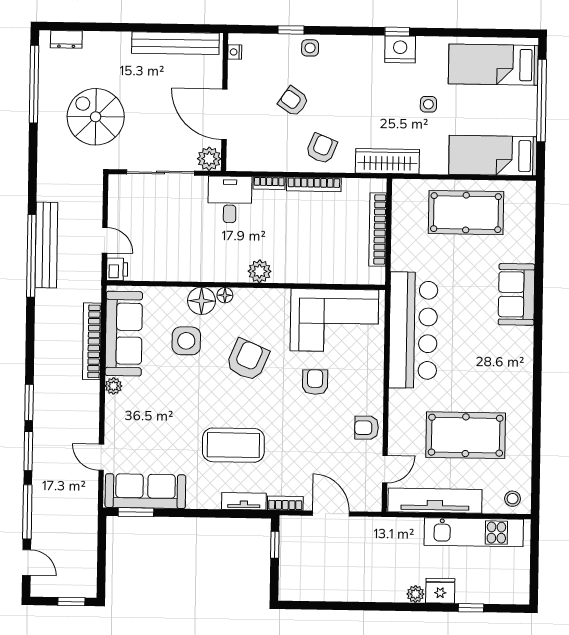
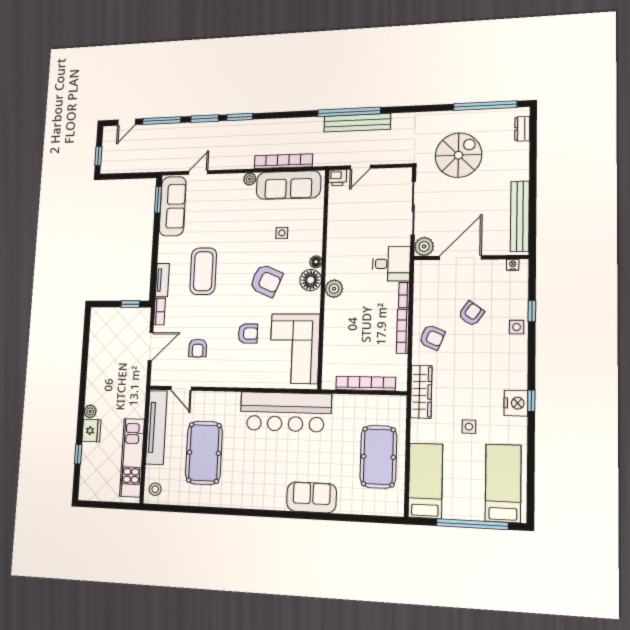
floor lamp: (202, 301) -> (311, 280), moved
side table: (186, 341) -> (282, 233), width x0.54, depth x0.54
armchair: (367, 428) -> (198, 348), moved, turned 180

